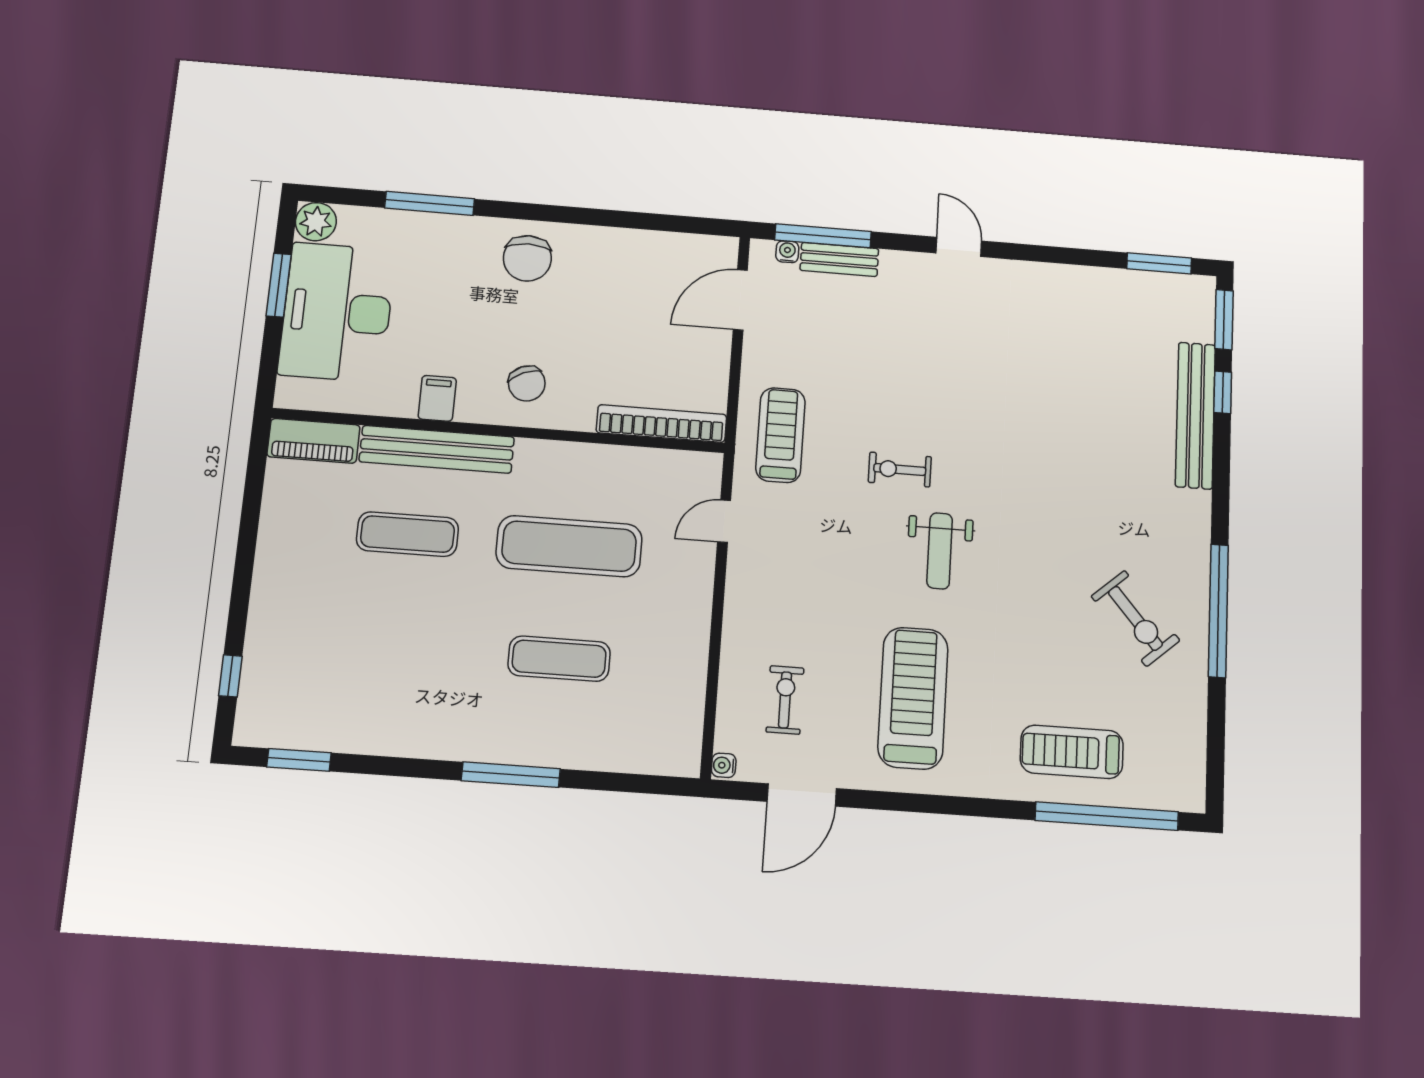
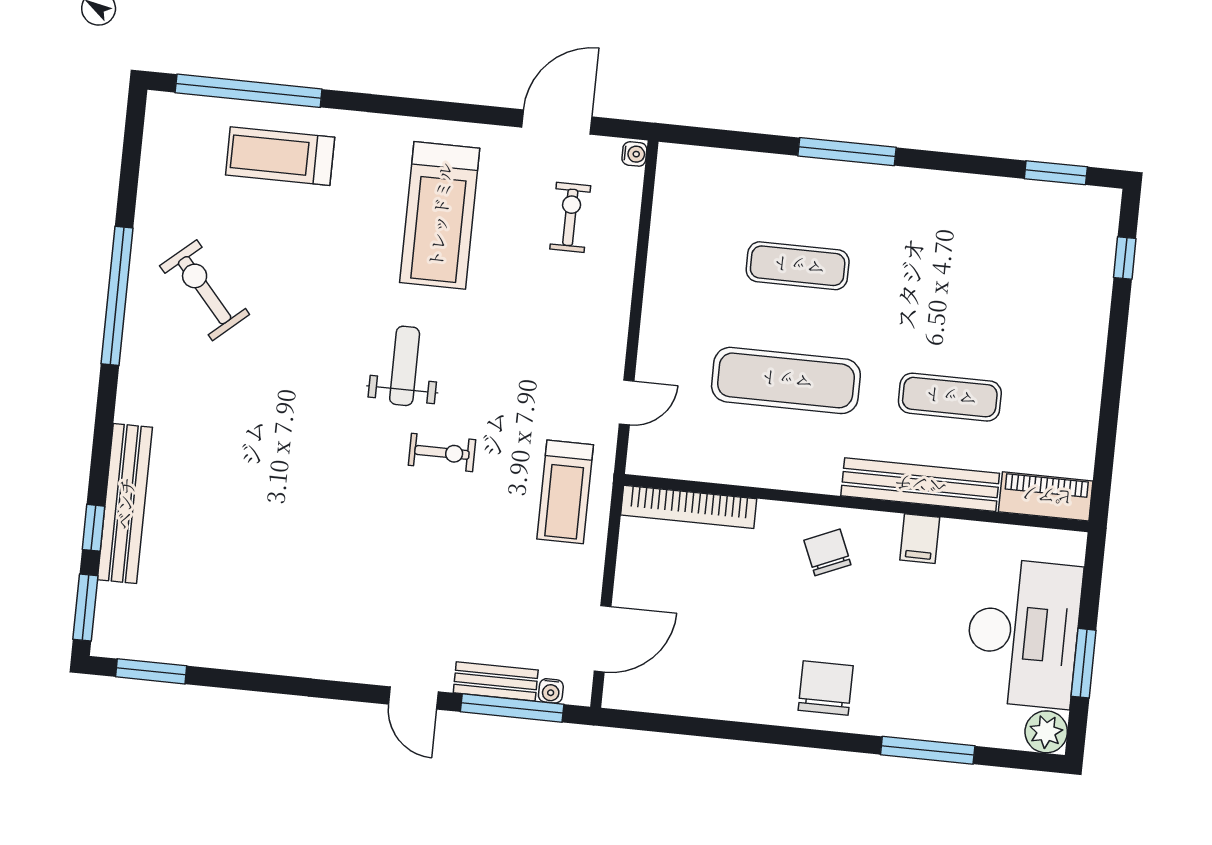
door: (959, 247) -> (413, 698), moved
exercise bike: (785, 700) -> (570, 217), turned 180
treadmill: (1072, 752) -> (280, 156), turned 180

